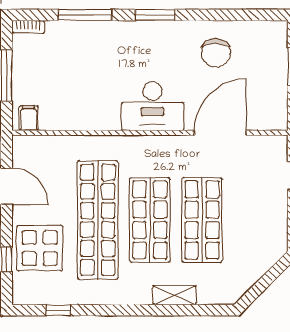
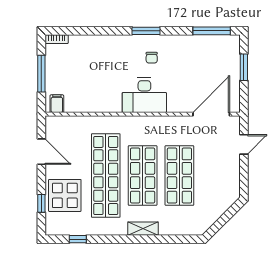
window: (85, 15) -> (212, 31), moved
chair: (216, 53) -> (152, 58), moved, width x0.54, depth x0.54
door: (220, 133) -> (211, 114), moved
shelving: (174, 295) -> (143, 229), moved

